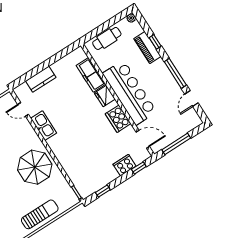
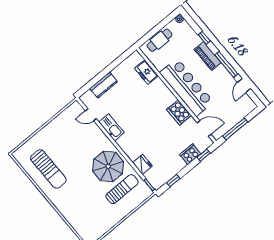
piano: (147, 48) -> (208, 56), moved
freezer: (91, 75) -> (146, 72), width x0.71
fridge: (105, 96) -> (142, 164), moved, turned 180
sun lounger: (40, 214) -> (122, 189), moved

